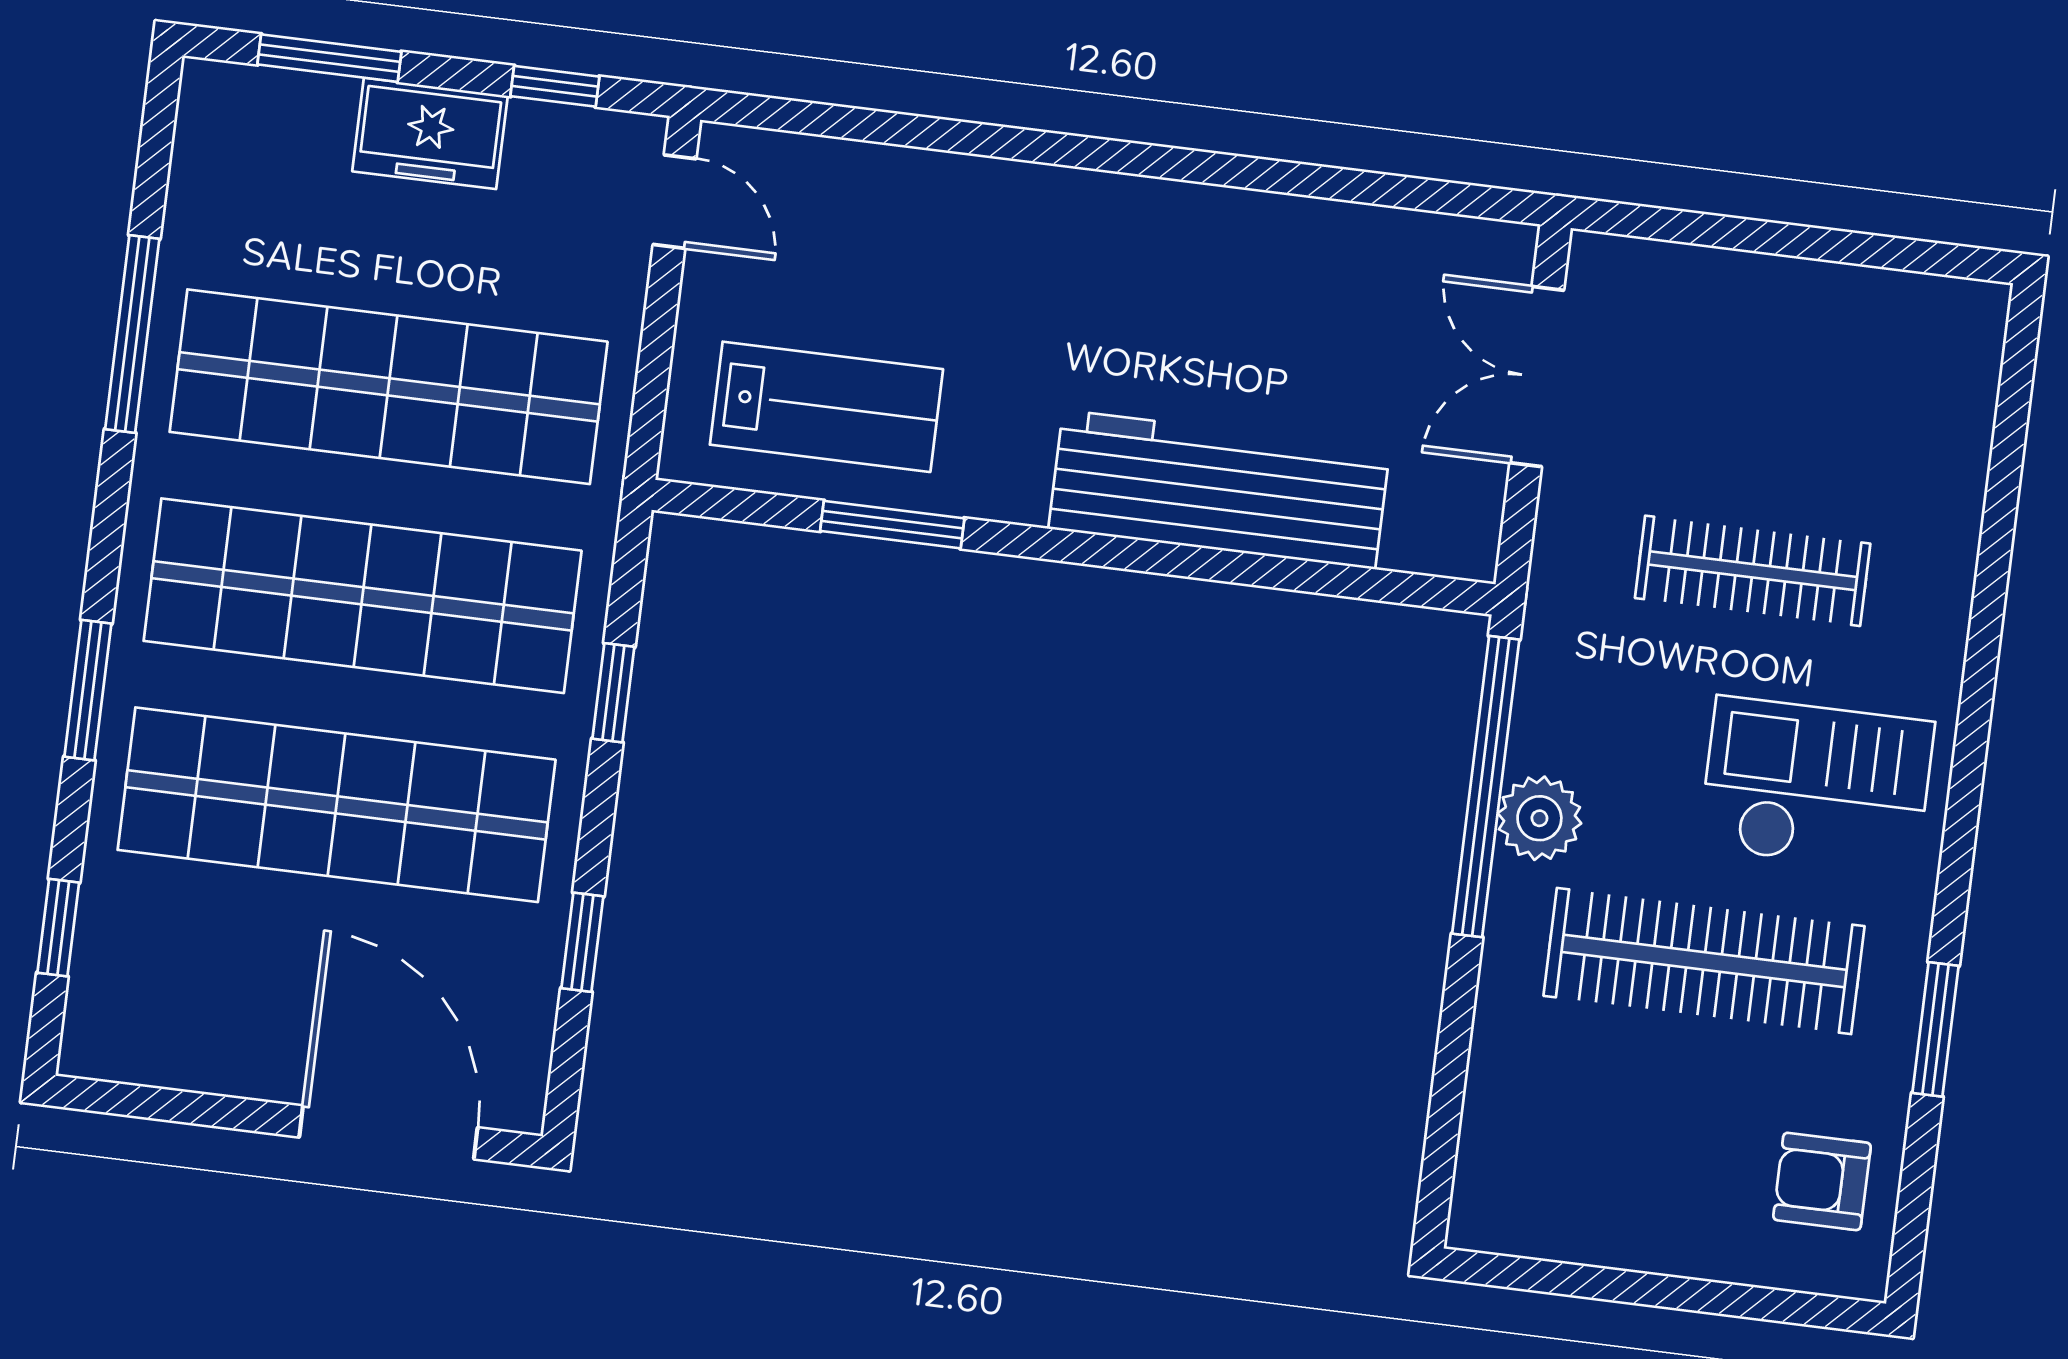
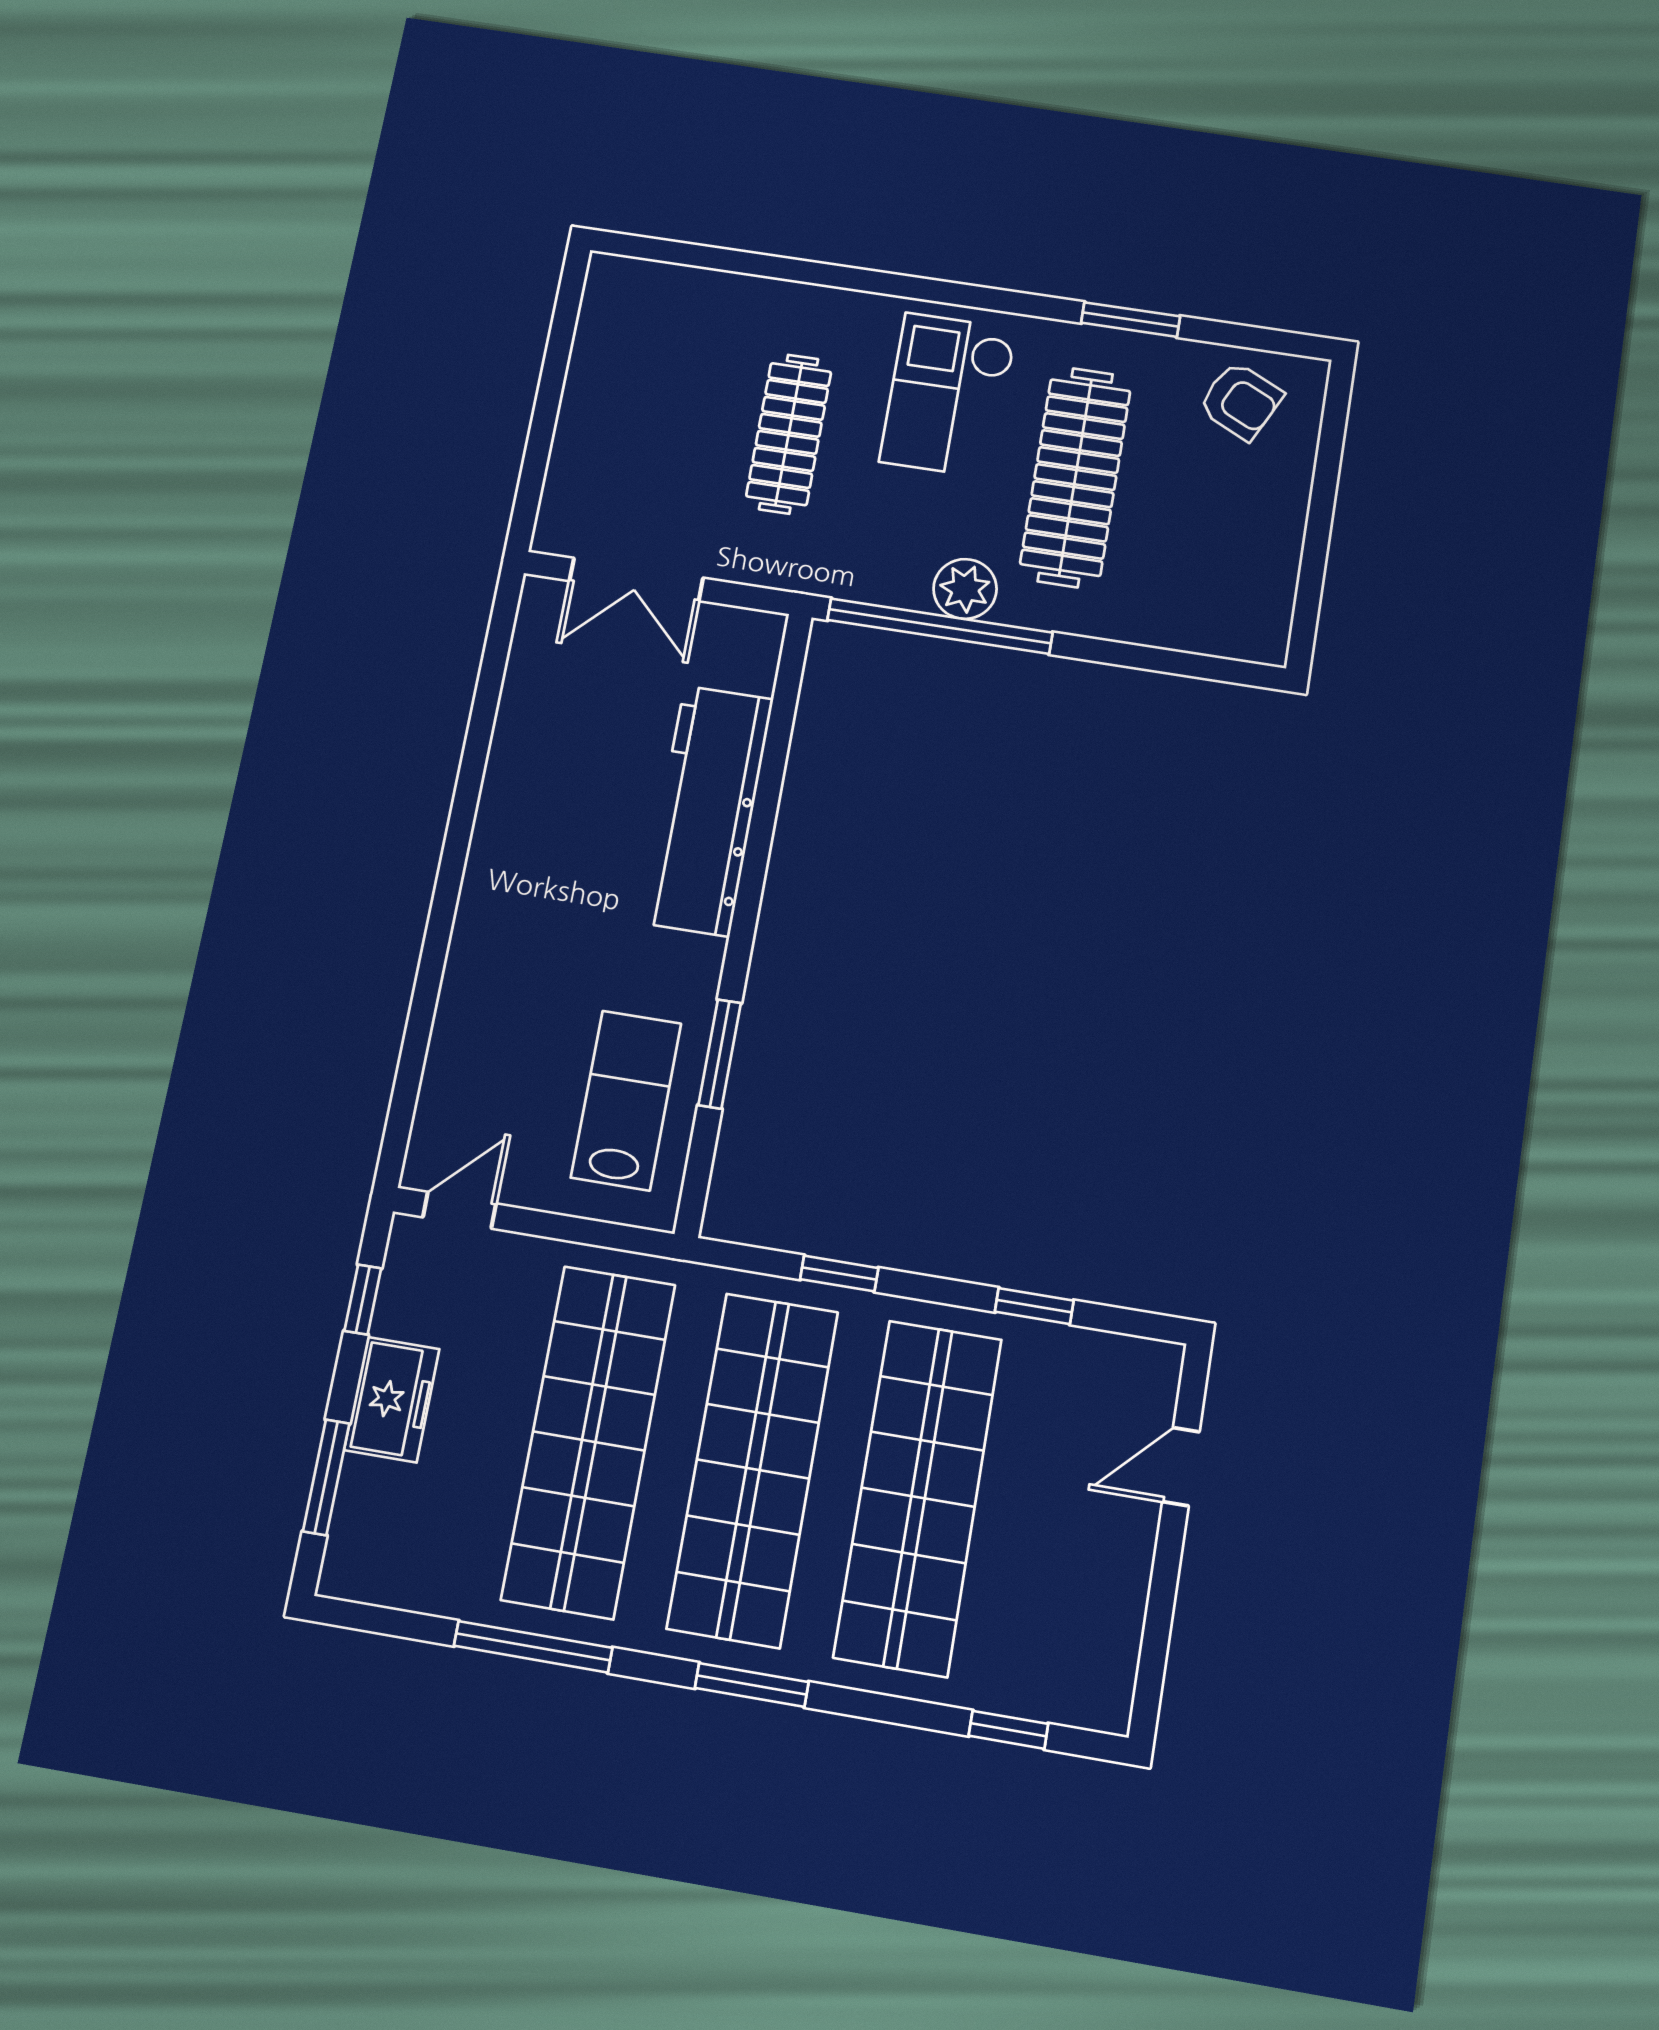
window: (88, 690) -> (752, 1685), moved
door: (388, 1132) -> (1181, 1467), width x0.53
armchair: (1822, 1181) -> (1241, 401), turned -64

